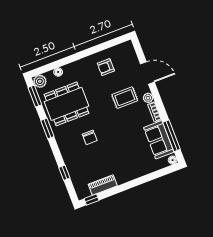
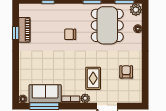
window: (91, 199) -> (16, 33), moved

